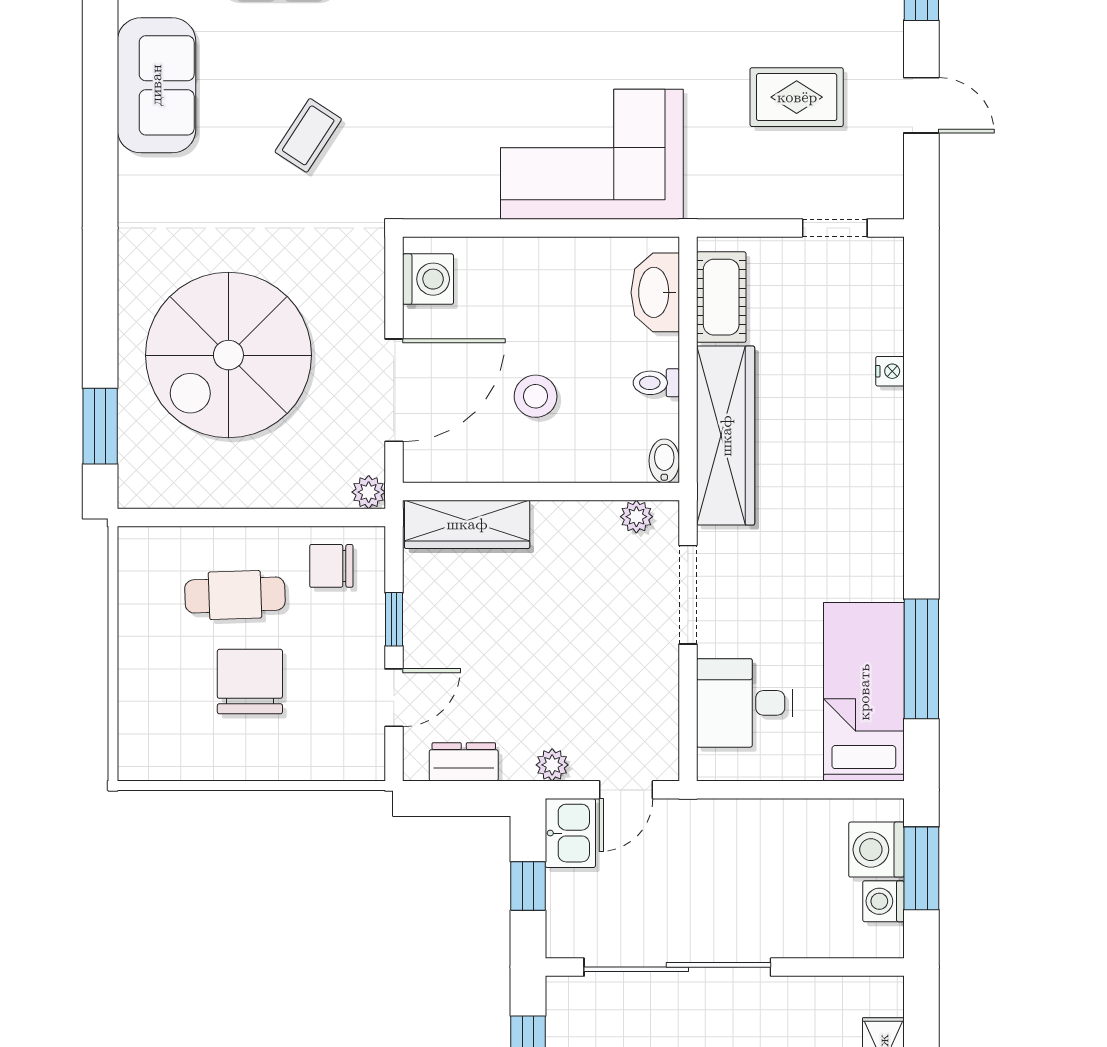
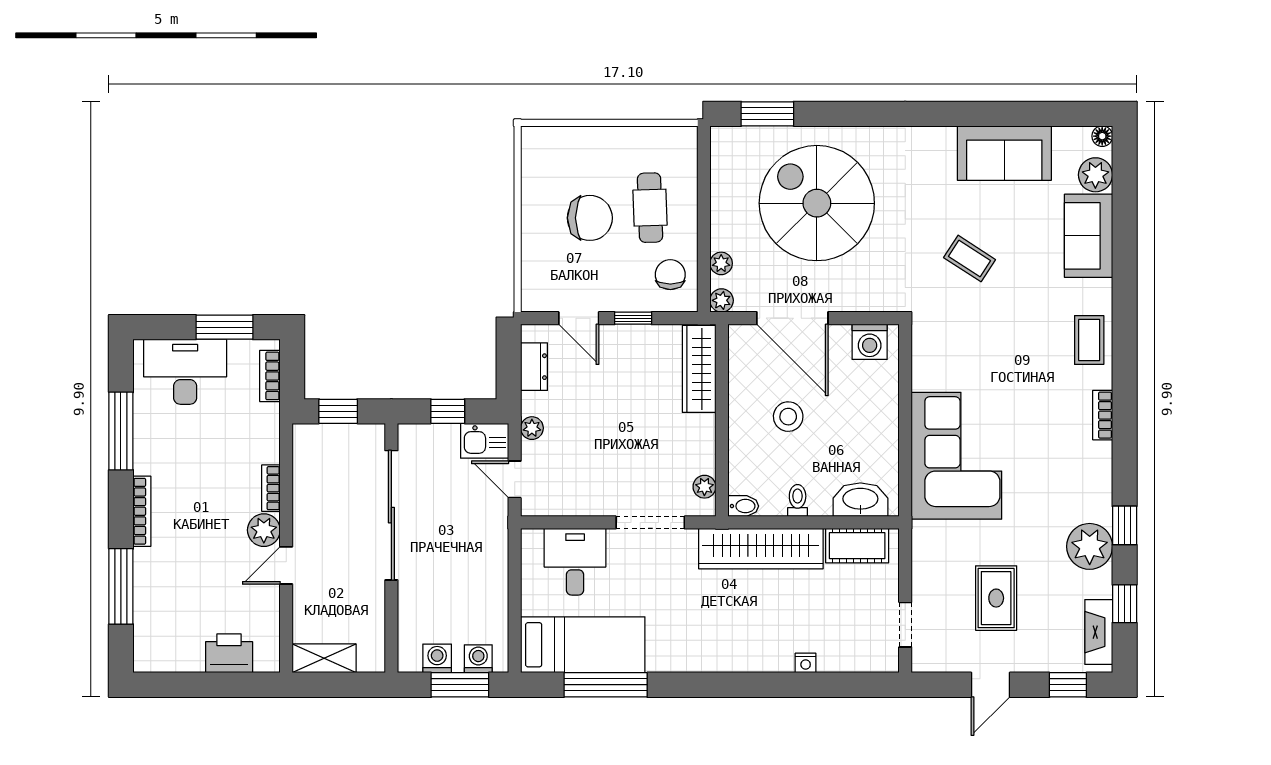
plant: (315, 493) -> (721, 263), added
washing machine: (876, 850) -> (478, 659), width x0.73, depth x0.73

